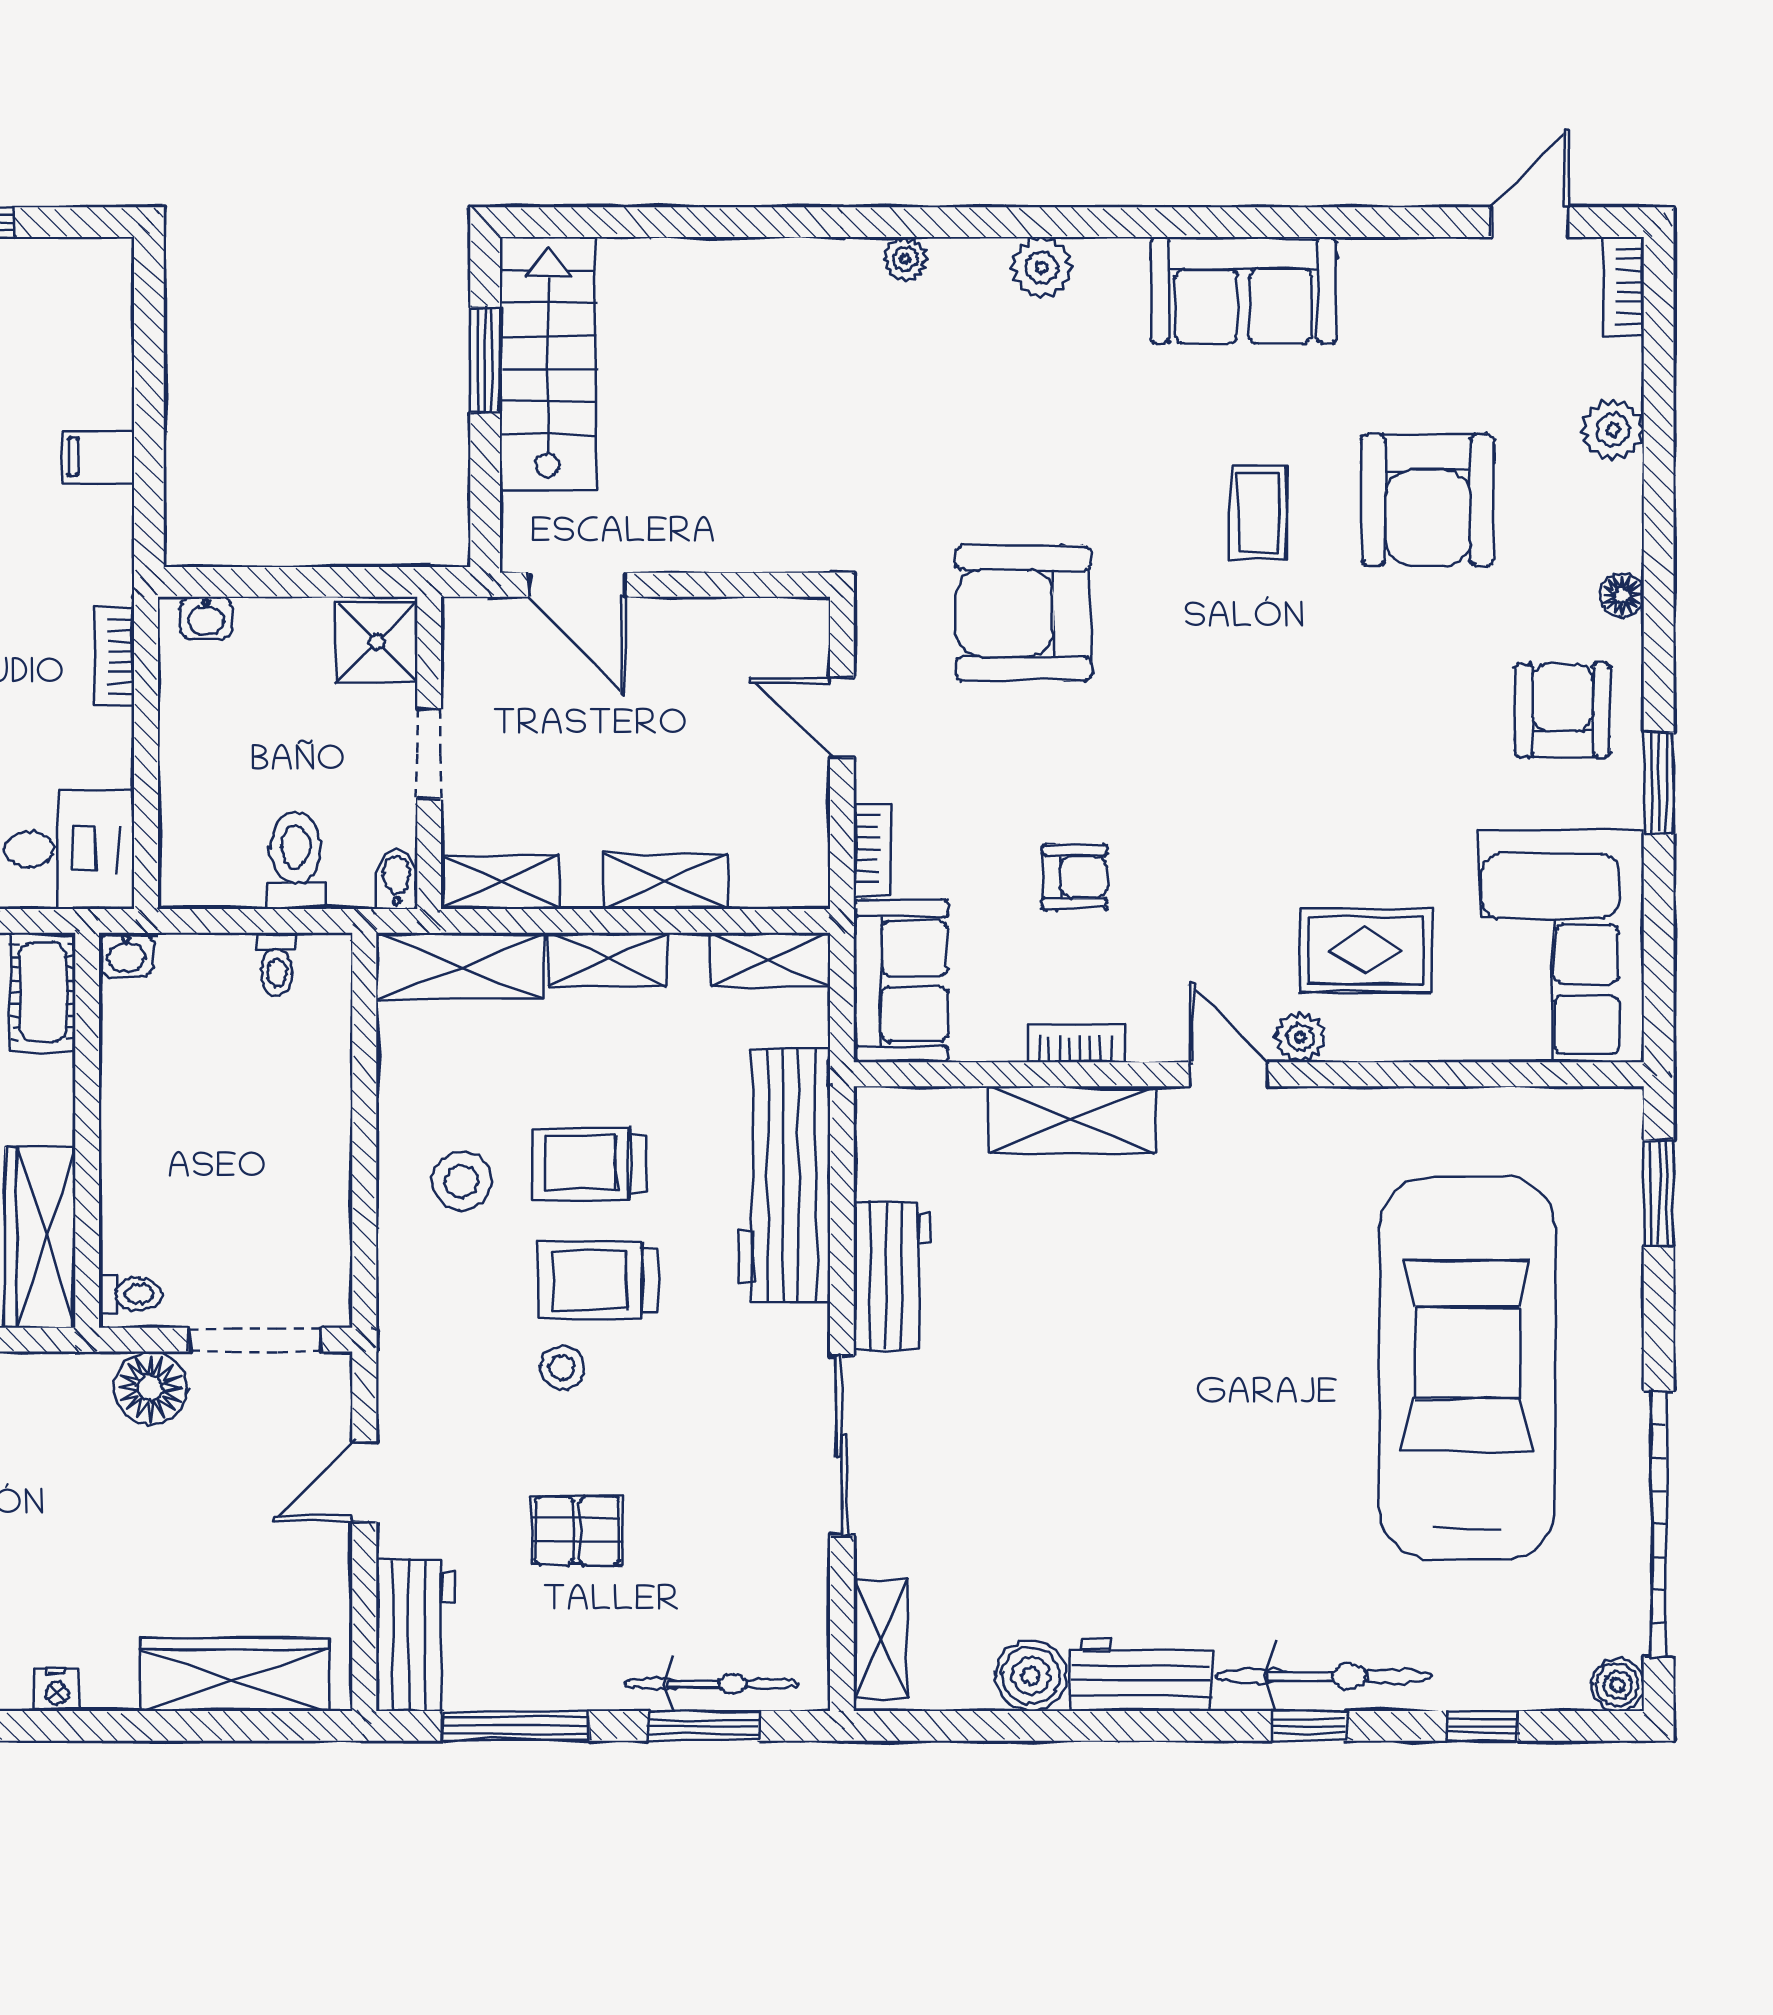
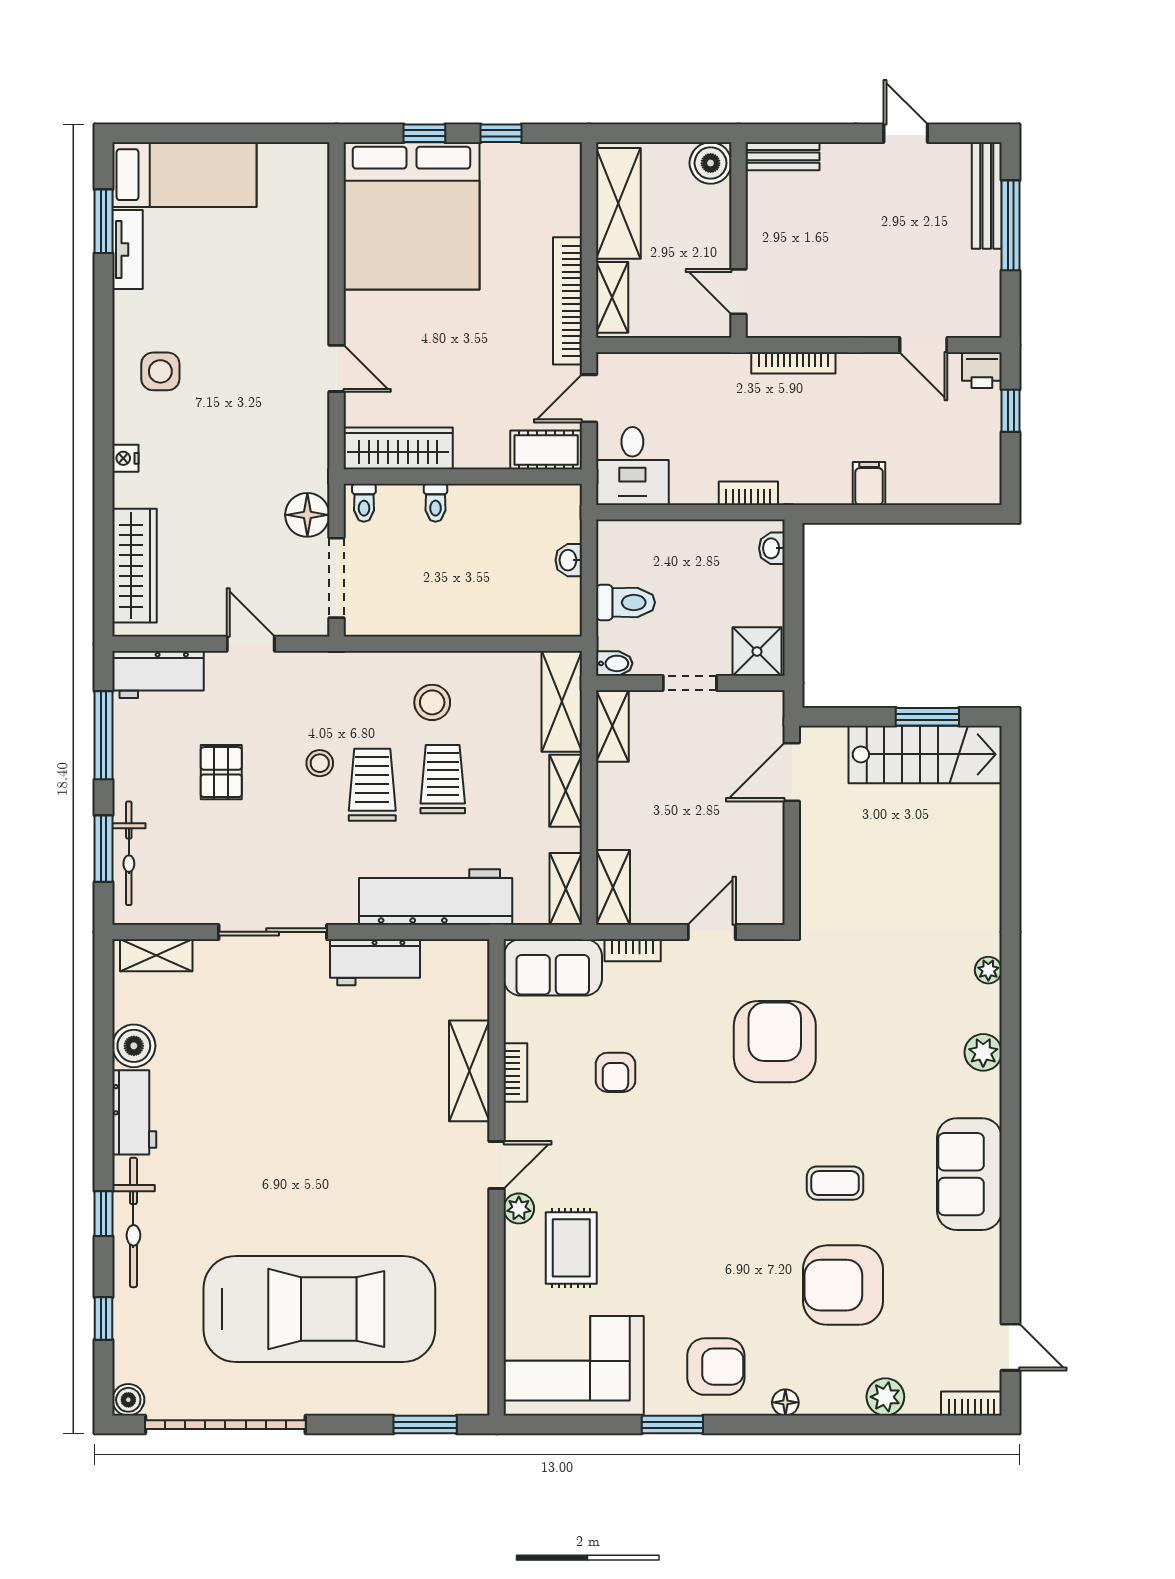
shelving: (665, 881) -> (613, 887), moved
washbasin: (126, 955) -> (569, 560), moved
toilet: (277, 964) -> (435, 503), moved, turned -90

